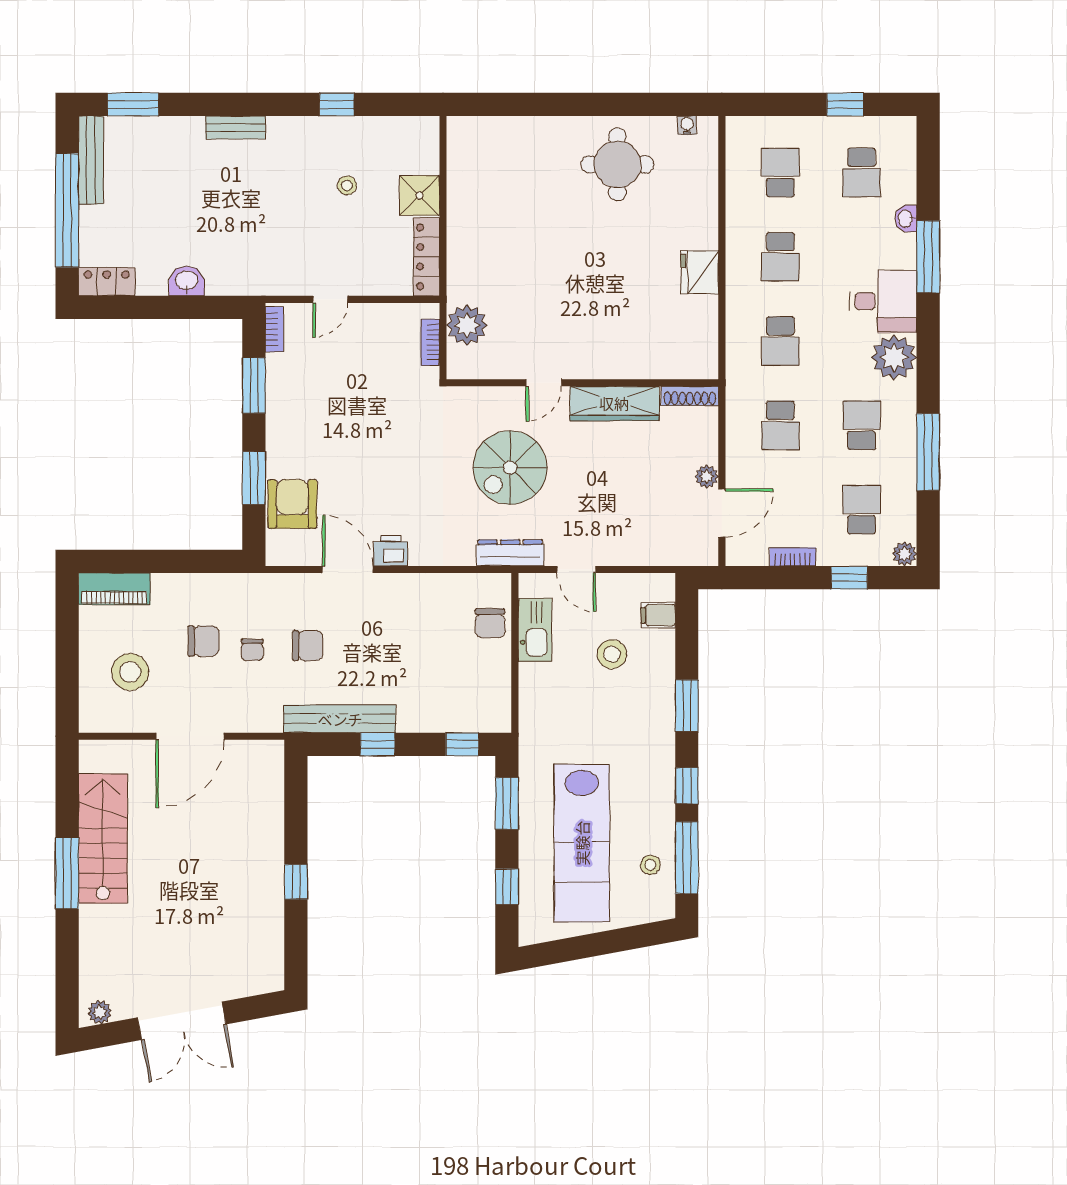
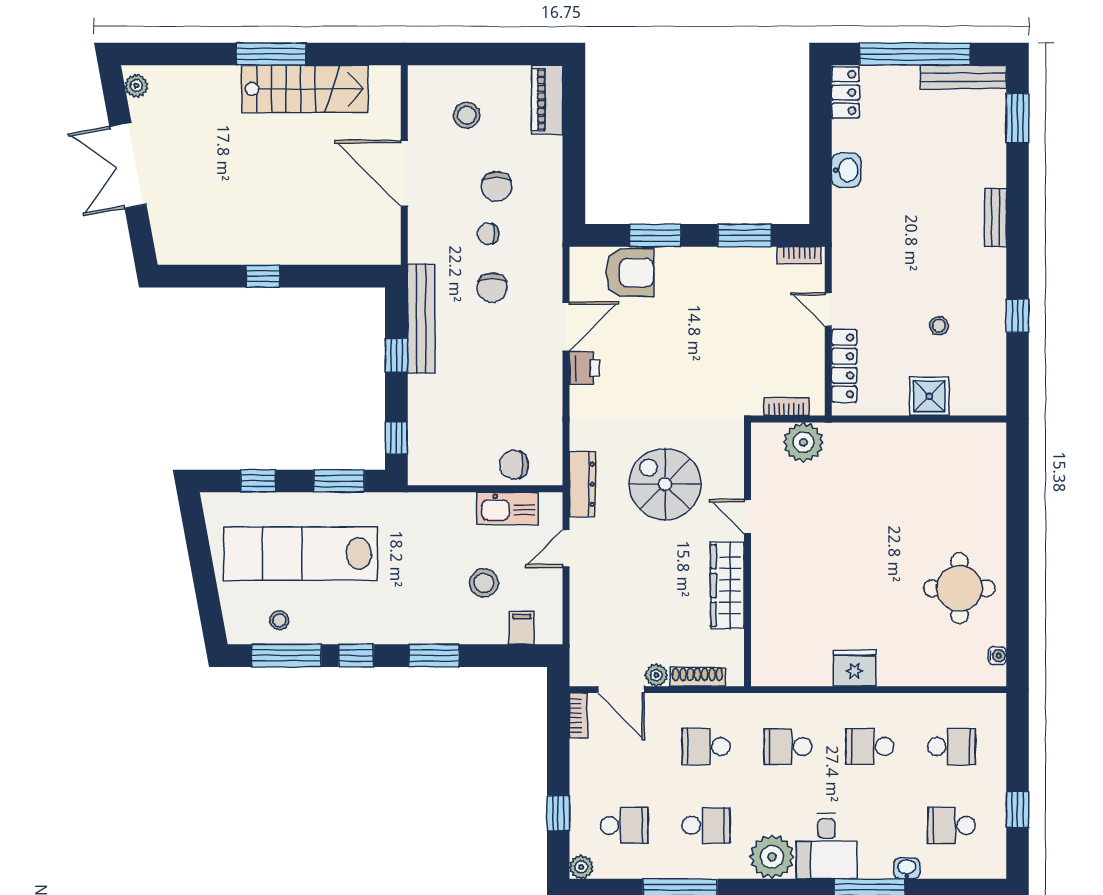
locker: (427, 257) -> (844, 366), moved, turned 90
shoe rack: (690, 396) -> (697, 677), moved, turned 90
bookcase: (793, 557) -> (578, 715), moved
stool: (130, 672) -> (467, 115), width x0.73, depth x0.73

